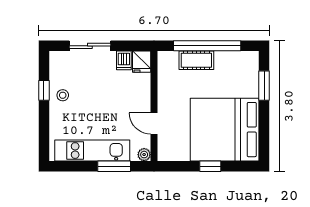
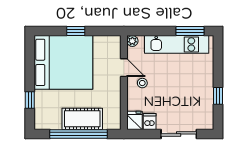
cot: (196, 60) -> (82, 119), width x1.37, depth x1.34
window: (264, 86) -> (30, 100), width x0.67
stool: (63, 95) -> (142, 83), moved
window: (114, 166) -> (190, 31), moved

